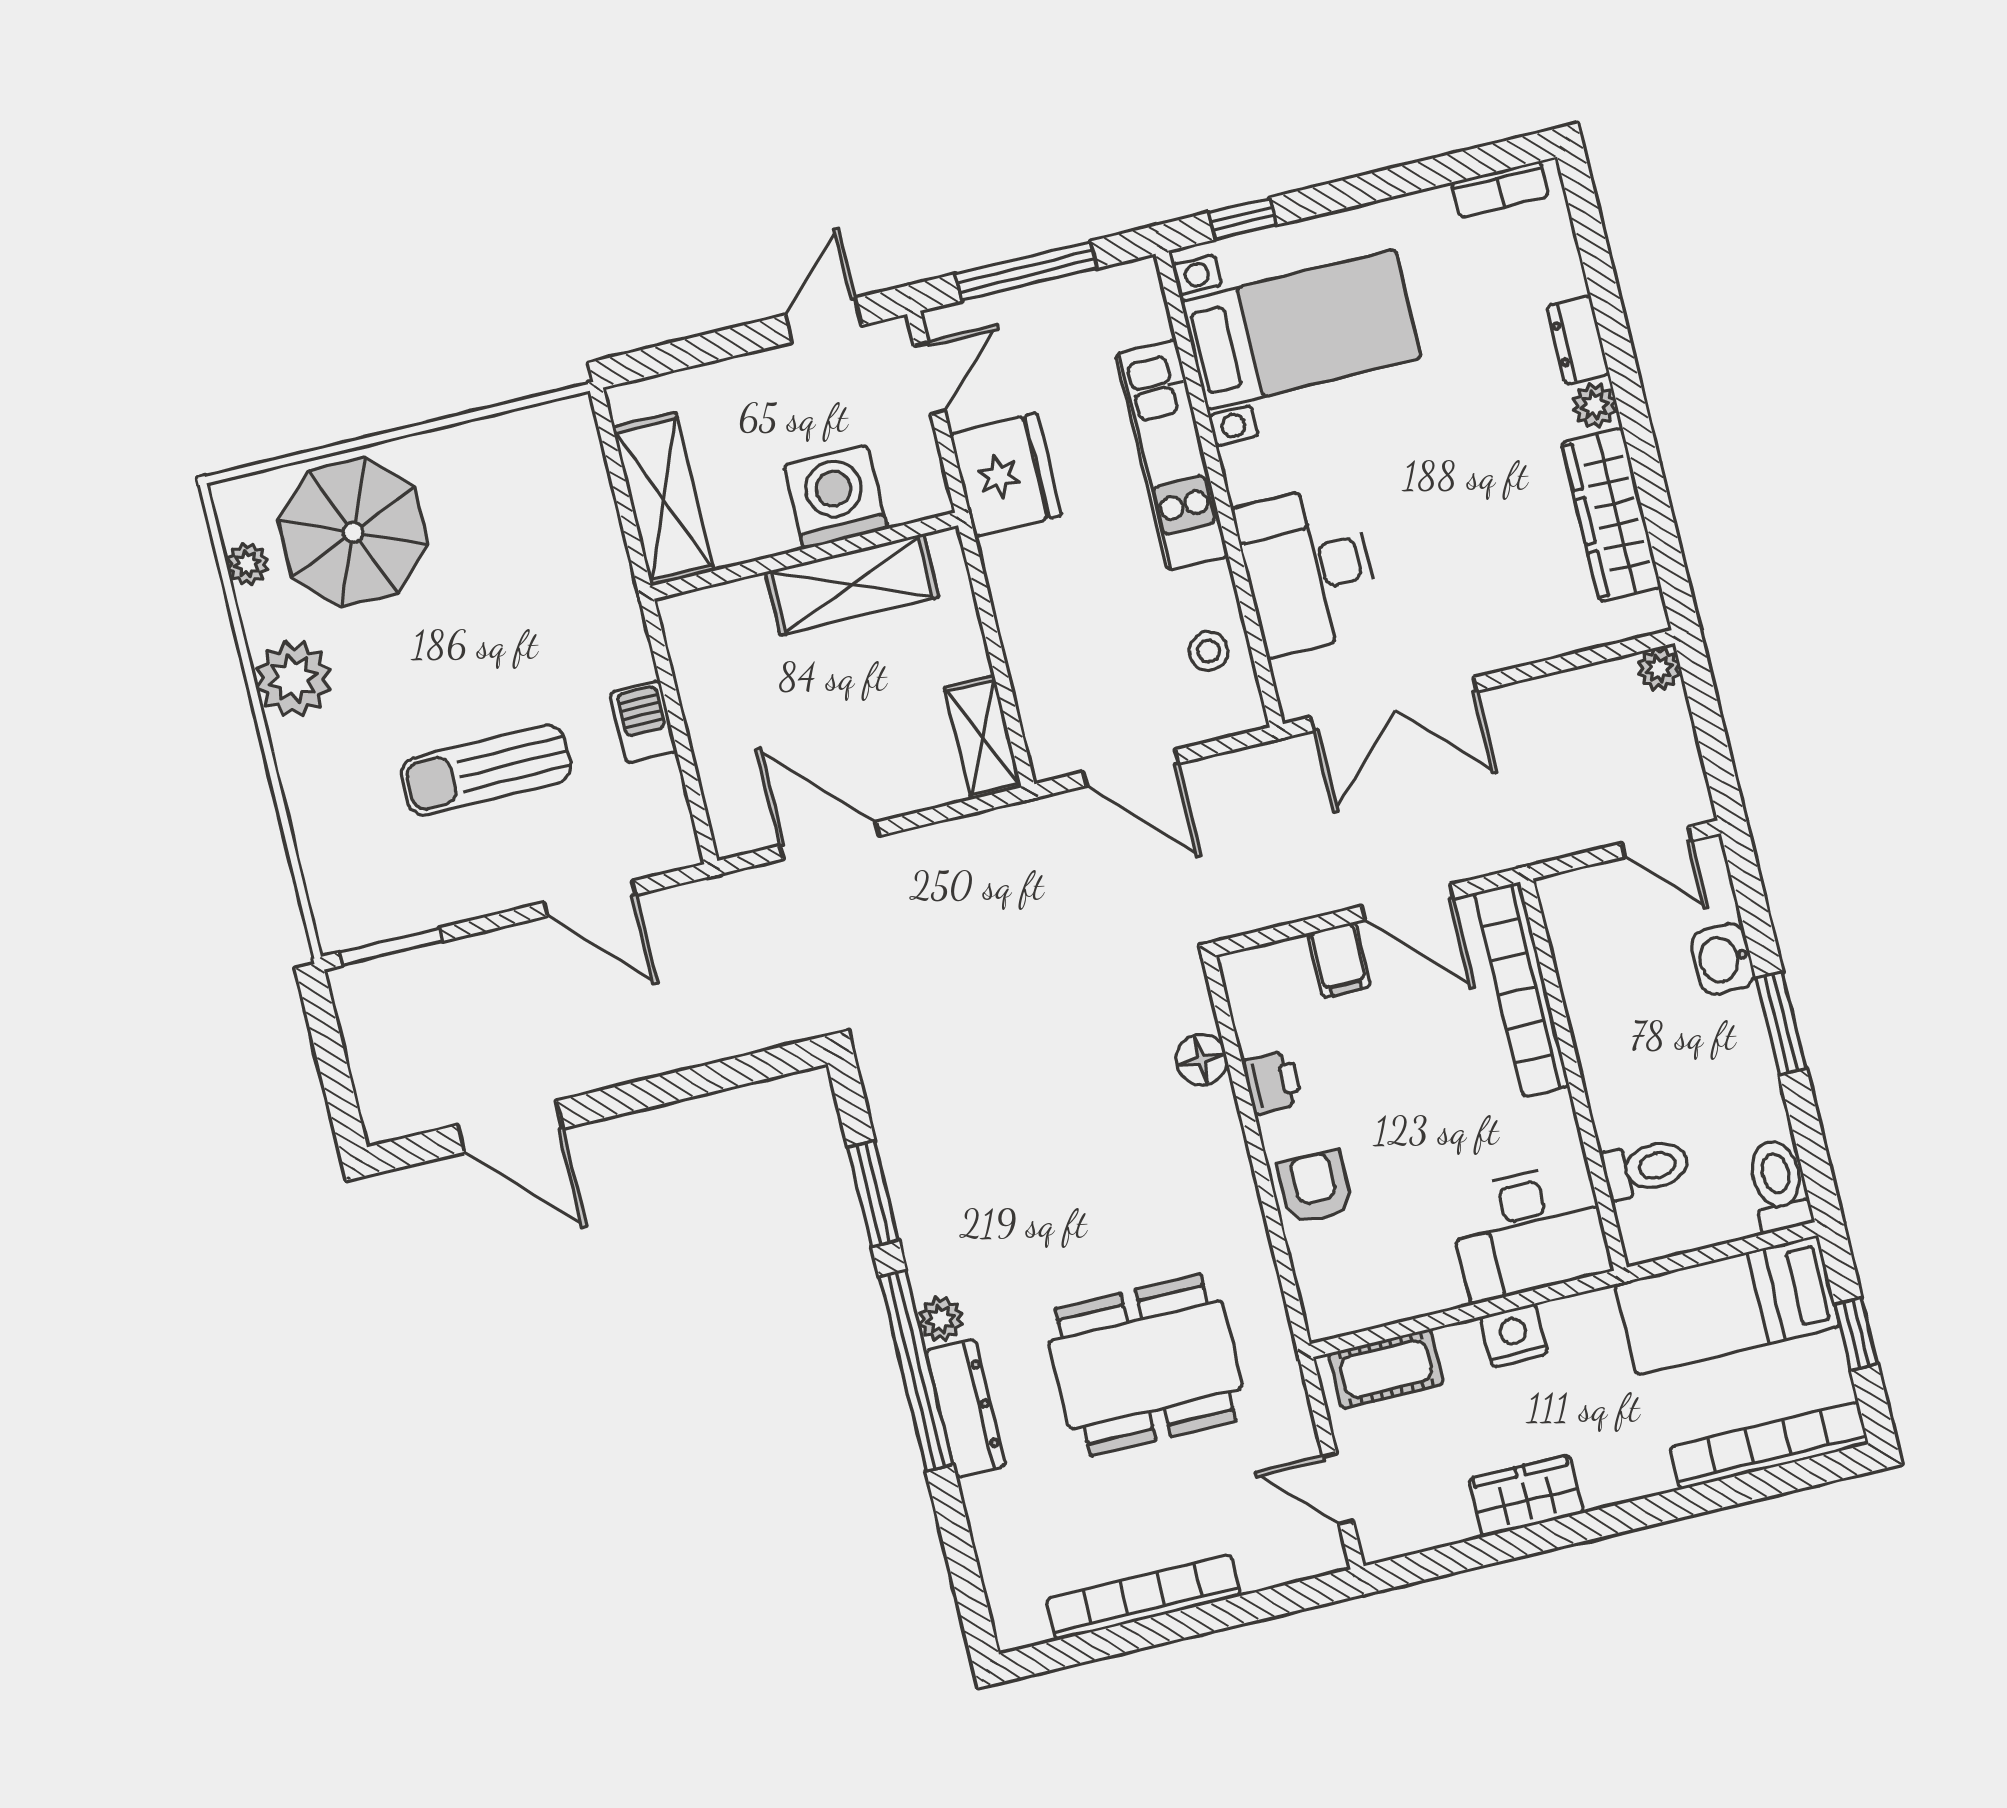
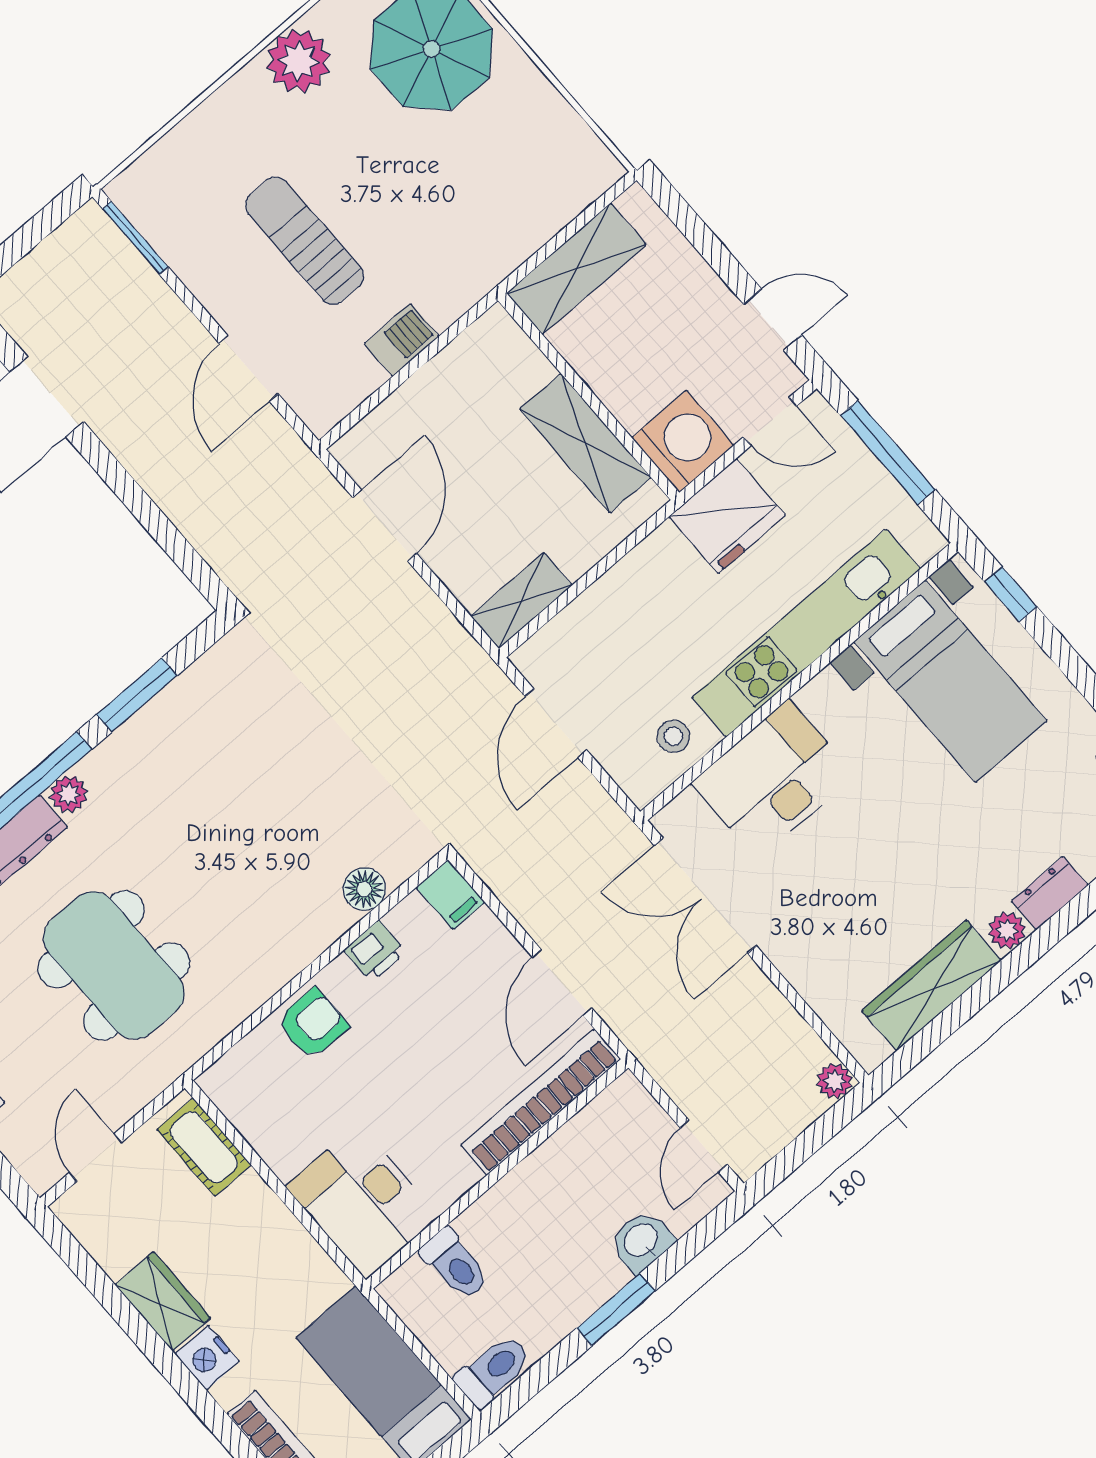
kitchen unit: (1172, 455) -> (806, 633), width x1.36
washing machine: (836, 497) -> (683, 441), moved
filing cabinet: (1339, 960) -> (451, 895), moved, turned -90
nightstand: (1514, 1335) -> (207, 1358), moved, turned 180

